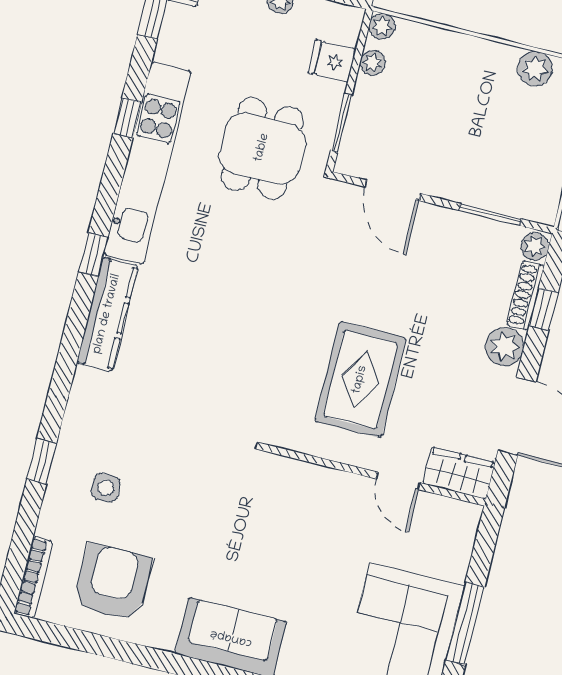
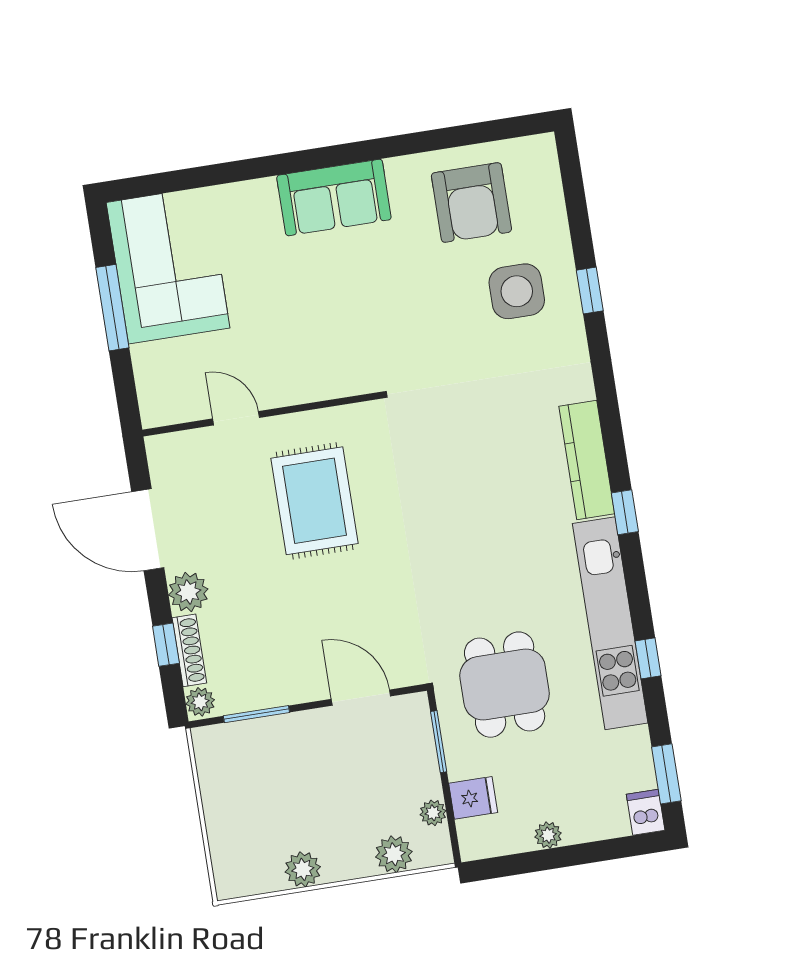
plant: (382, 26) -> (394, 854), moved, width x1.38, depth x1.38
plant: (535, 69) -> (303, 869), moved
wardrobe: (459, 473) -> (181, 451), removed
side table: (106, 488) -> (517, 291), width x1.87, depth x1.87
bookcase: (33, 577) -> (550, 175), removed

